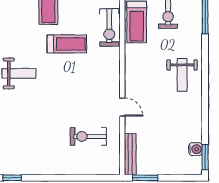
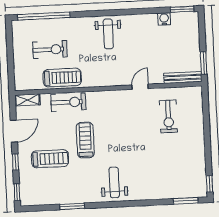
weight bench: (182, 75) -> (108, 34), turned 90
water cooler: (195, 149) -> (164, 19), moved

